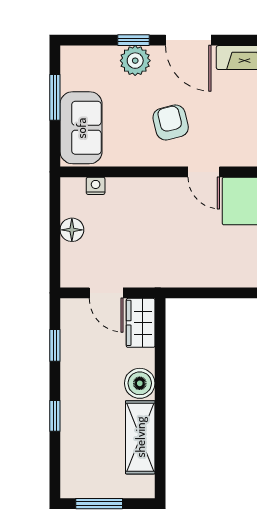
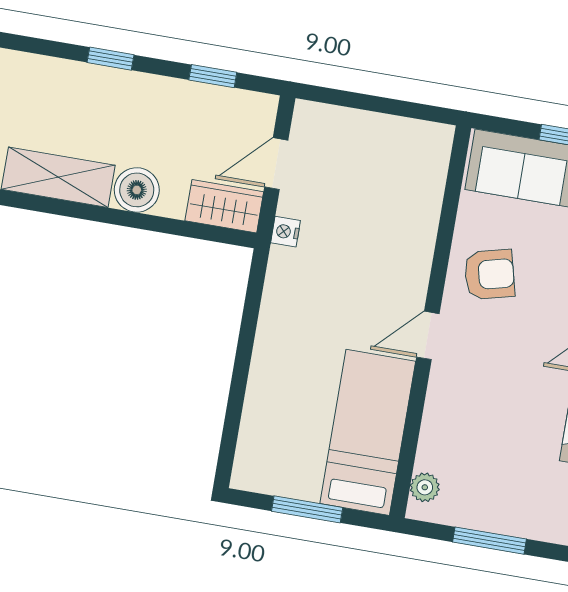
armchair: (171, 122) -> (489, 274), moved
nightstand: (96, 186) -> (286, 232), moved, turned 180
floor lamp: (72, 230) -> (377, 130), removed

